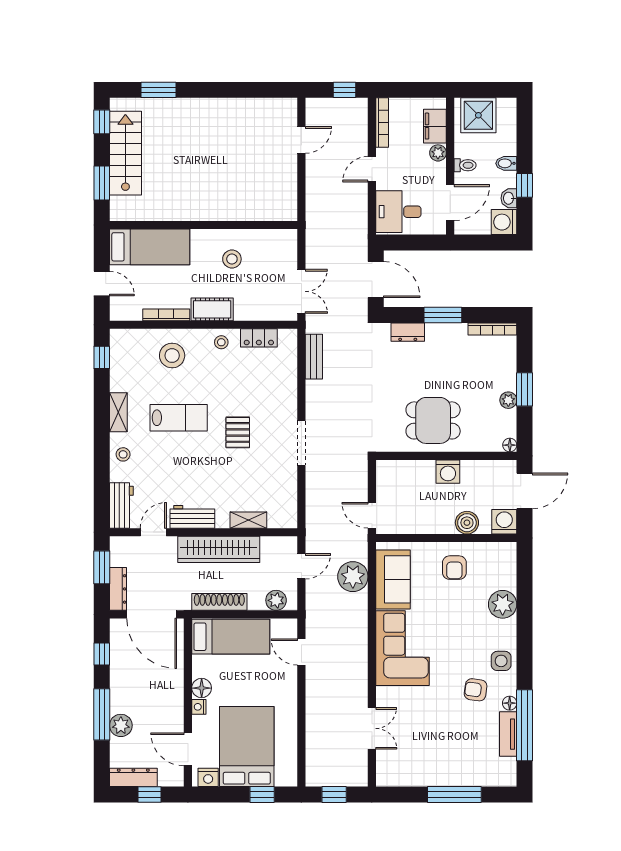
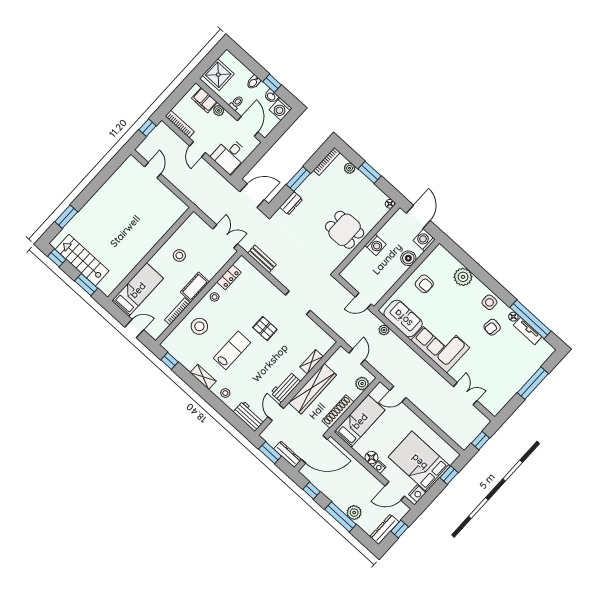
plant: (508, 400) -> (350, 168), moved
dining table: (433, 420) -> (345, 230), turned 90
plant: (353, 577) -> (384, 330), width x0.53, depth x0.53

